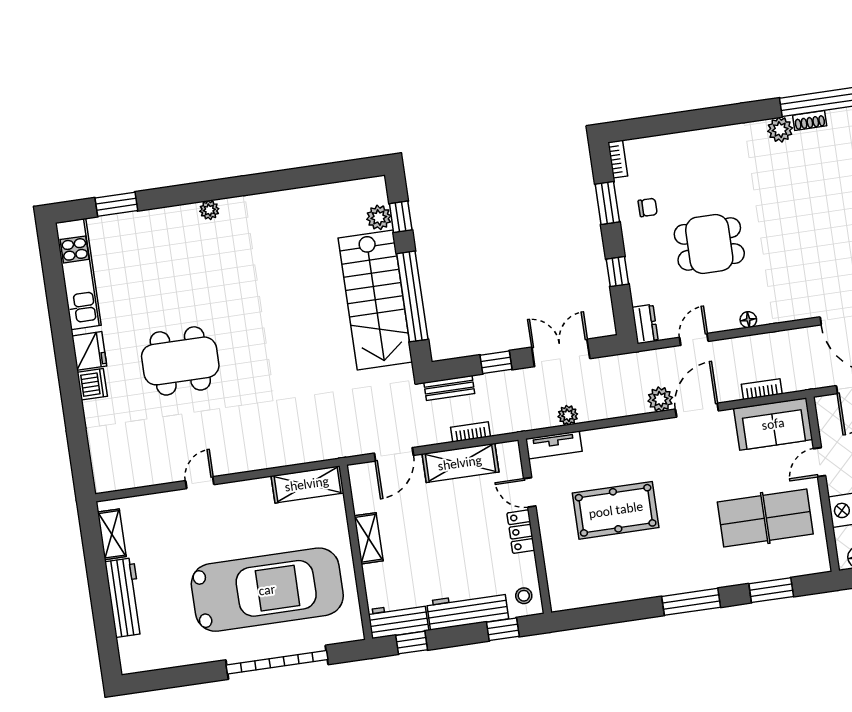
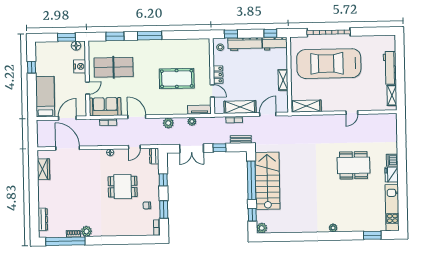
plant: (379, 217) -> (262, 228), moved
plant: (660, 399) -> (168, 123), moved
door: (697, 410) -> (137, 117), swing flipped

